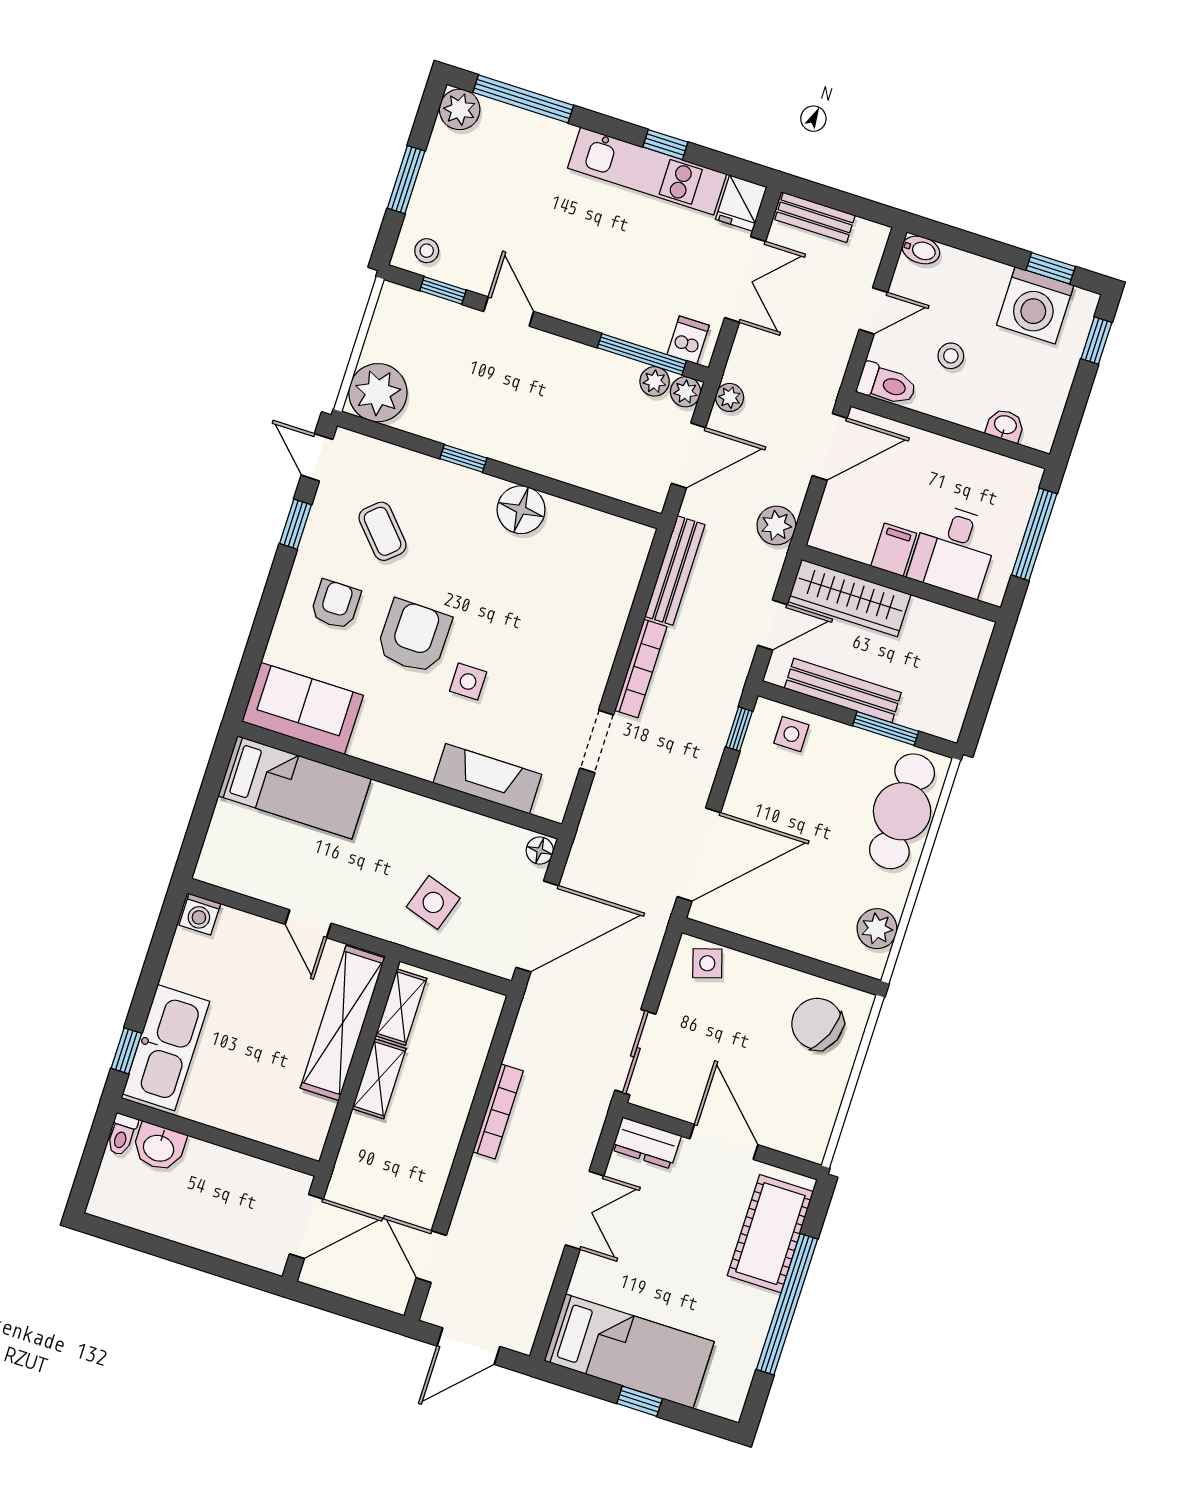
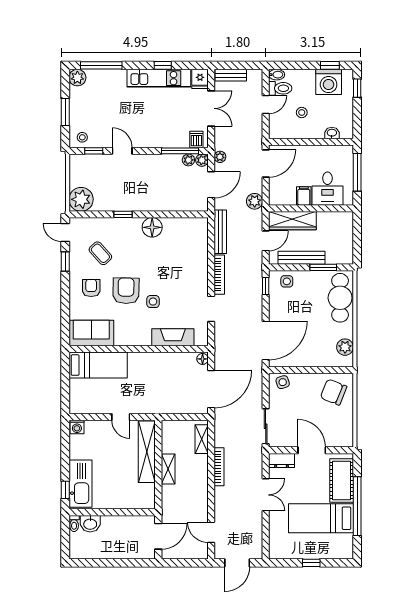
toilet: (887, 384) -> (280, 88), moved
side table: (433, 902) -> (167, 393), removed
shelving: (401, 1007) -> (202, 439), moved
bed: (629, 1351) -> (321, 518), moved, turned 180

